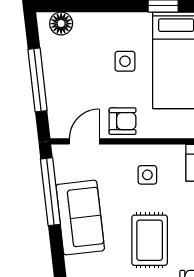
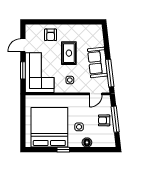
floor lamp: (61, 24) -> (87, 142), moved
armchair: (123, 121) -> (104, 120), moved

